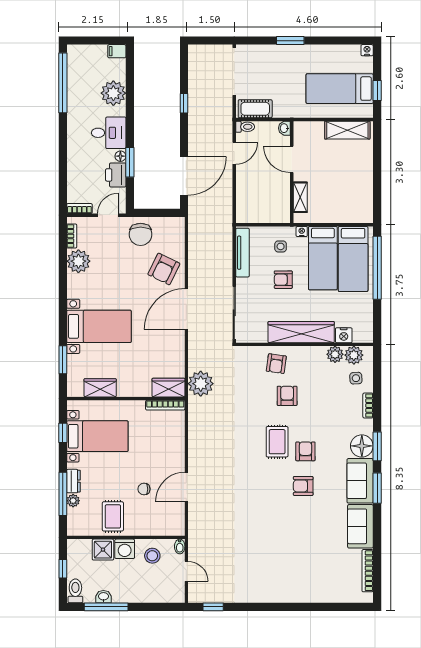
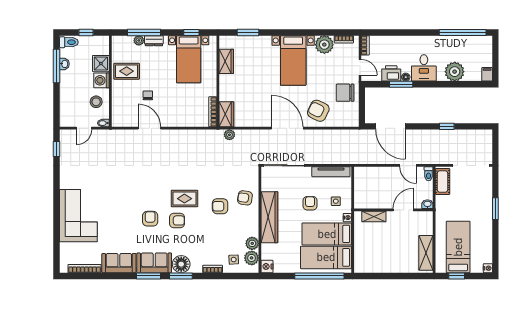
bed with nightstands: (99, 326) -> (293, 60), moved
nightstand: (344, 335) -> (267, 266), moved
plant: (201, 384) -> (229, 135), width x0.53, depth x0.53
armchair: (287, 396) -> (220, 206), turned 180
corner sofa: (299, 579) -> (78, 216), added

